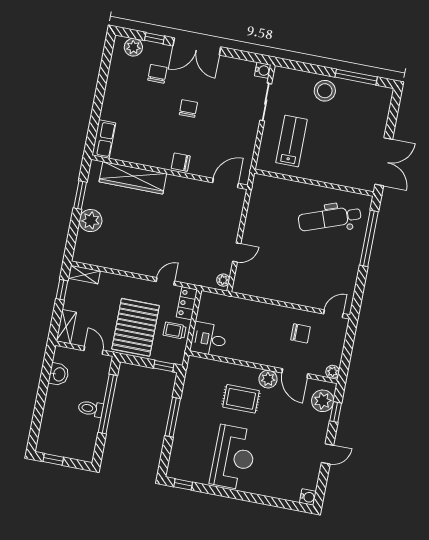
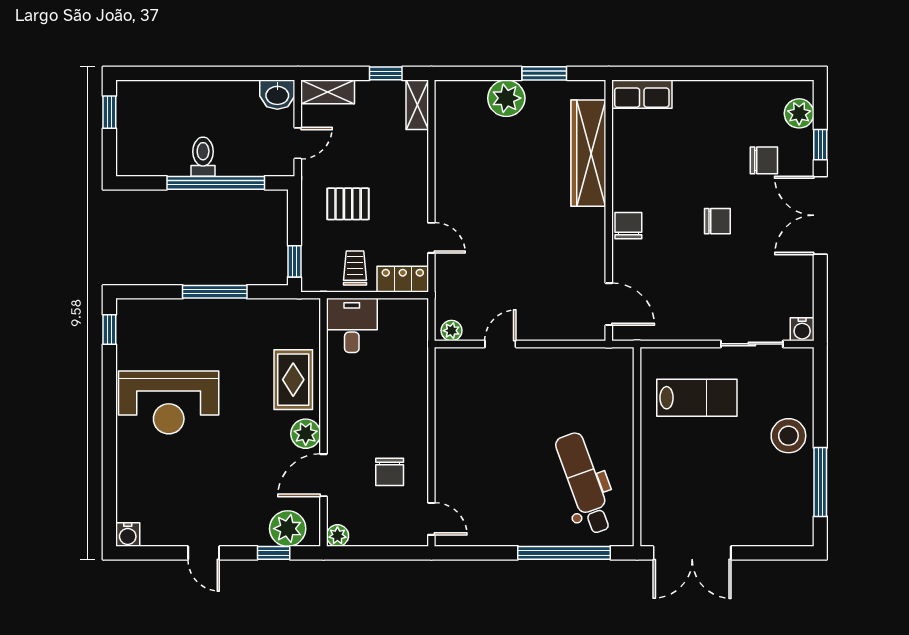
door: (237, 252) -> (500, 344), swing flipped
pallet: (136, 327) -> (348, 204), width x0.49, depth x0.50
washbasin: (59, 374) -> (277, 95), moved
rug: (241, 399) -> (293, 380), moved

